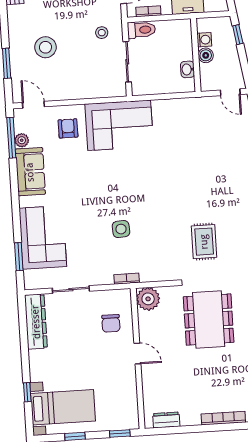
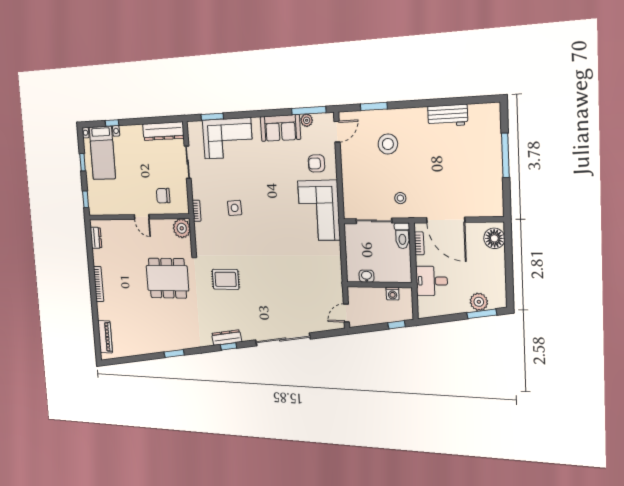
boiler: (206, 55) -> (379, 294), removed
armchair: (68, 128) -> (316, 163), turned 180
door: (137, 354) -> (142, 217), hinge flipped

